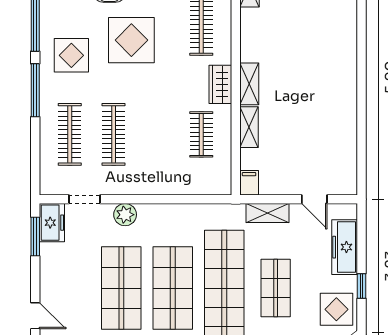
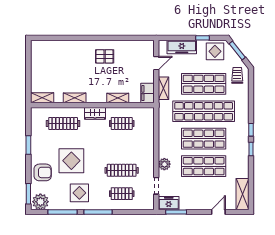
shelving: (249, 84) -> (75, 98), moved
pallet: (327, 102) -> (105, 56), added
clothes rail: (70, 134) -> (122, 194), width x0.73
filing cabinet: (249, 183) -> (147, 93), width x2.00
shop shelf: (276, 288) -> (204, 84), width x1.43, depth x1.36

